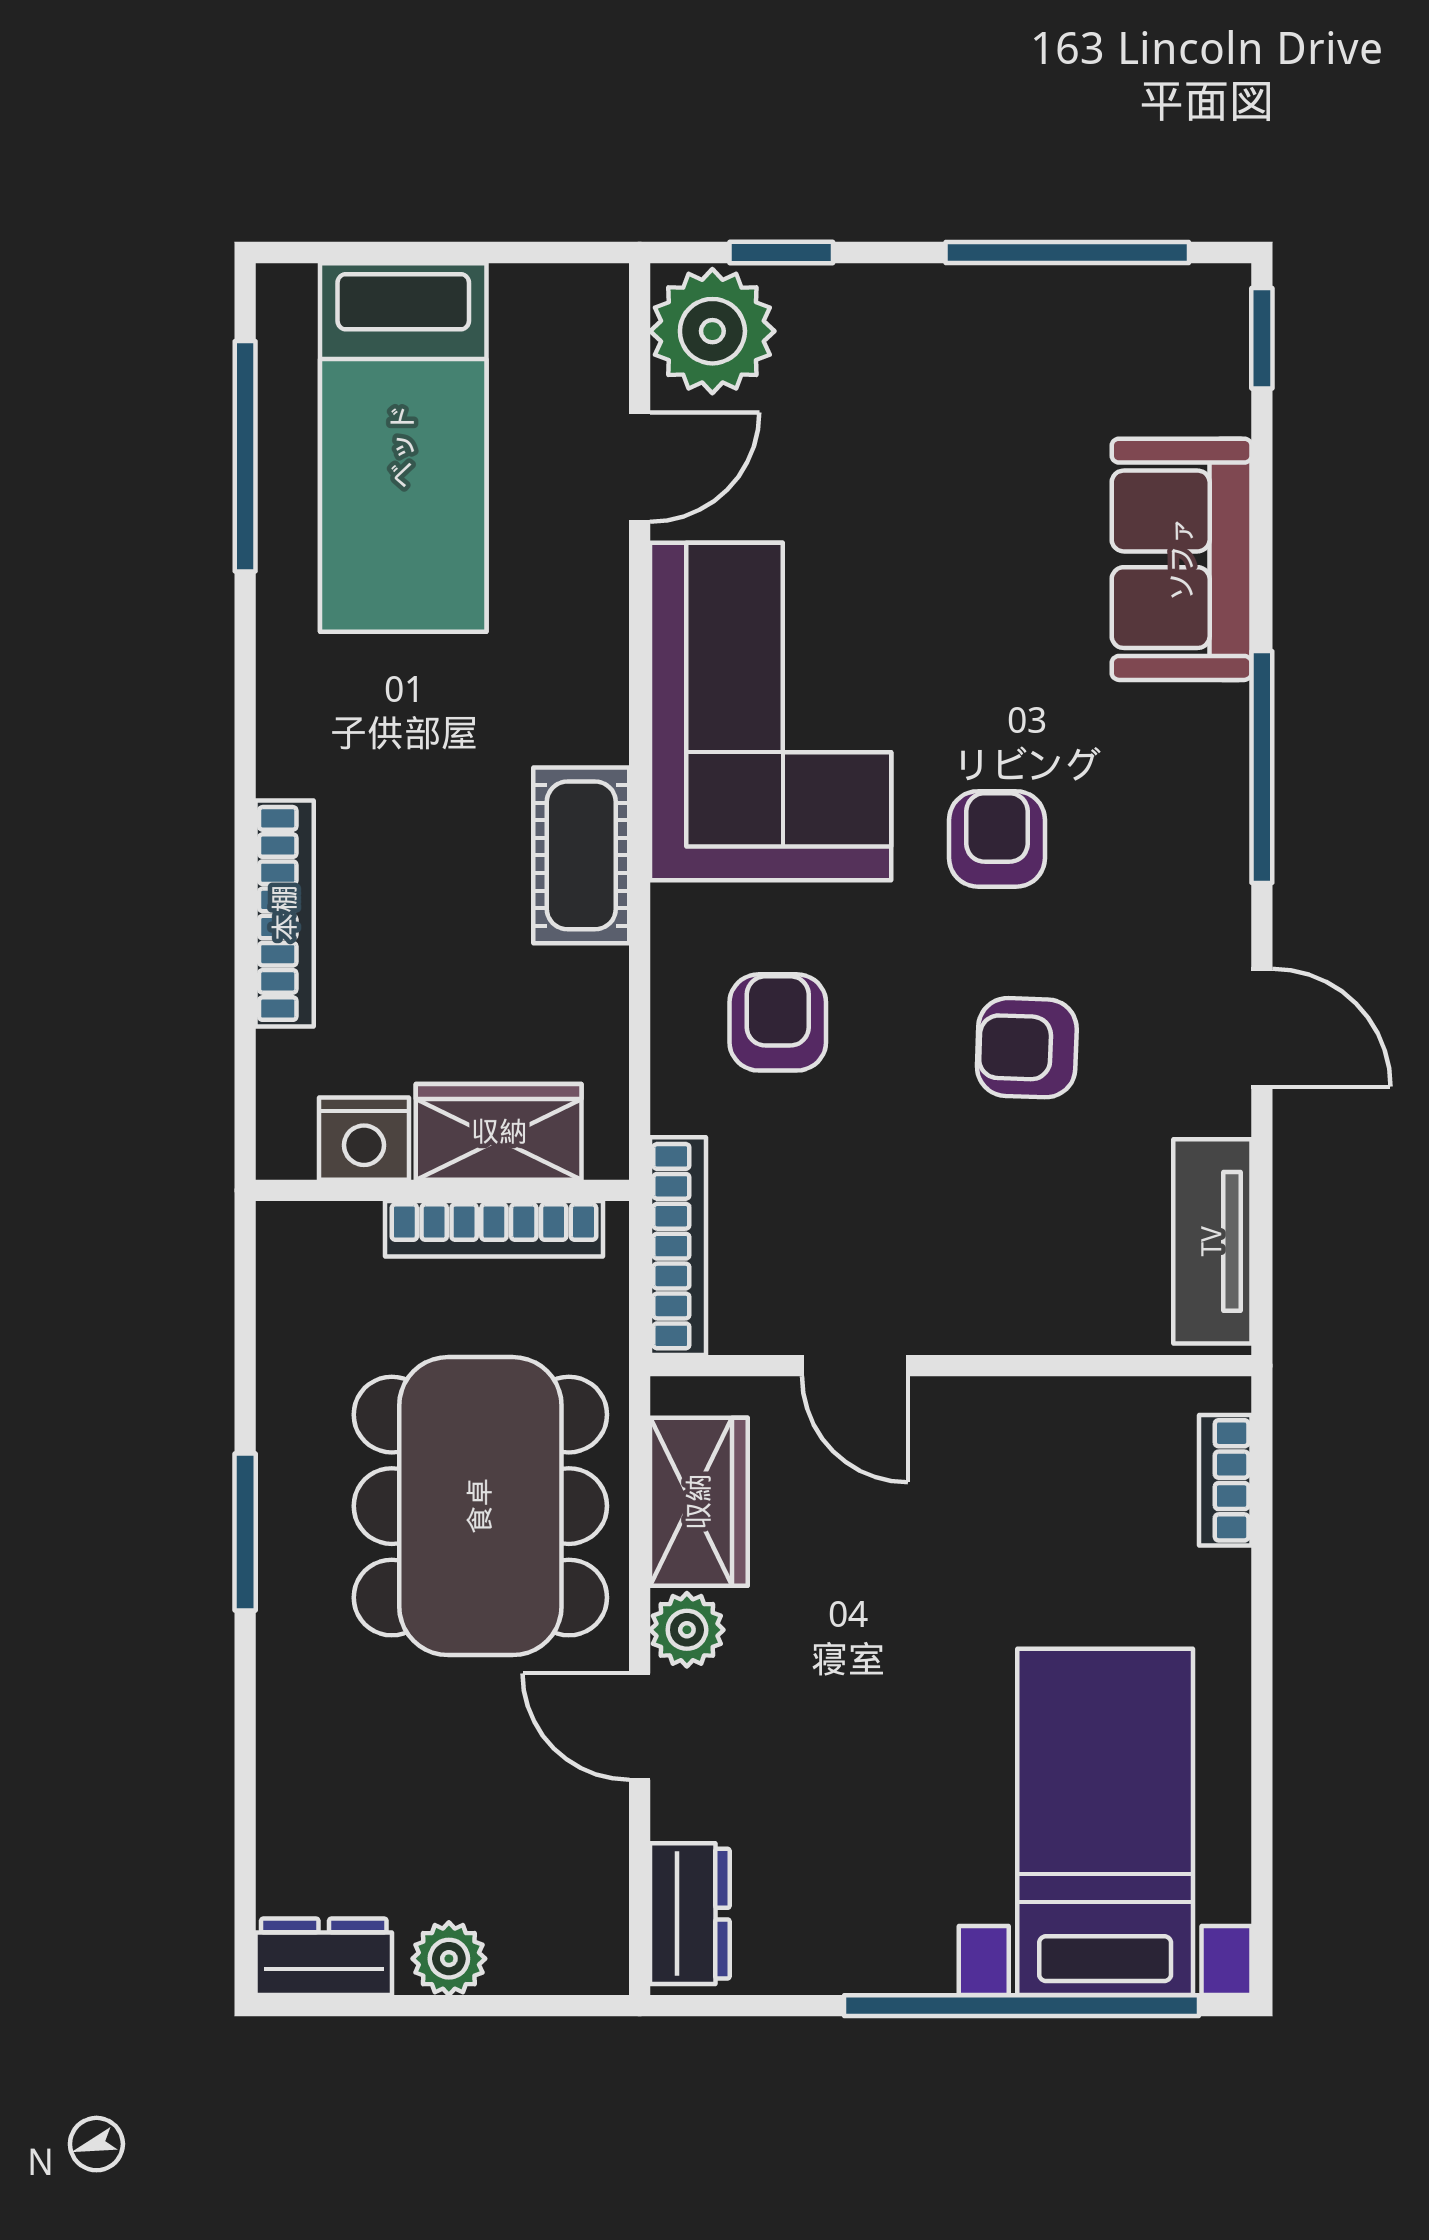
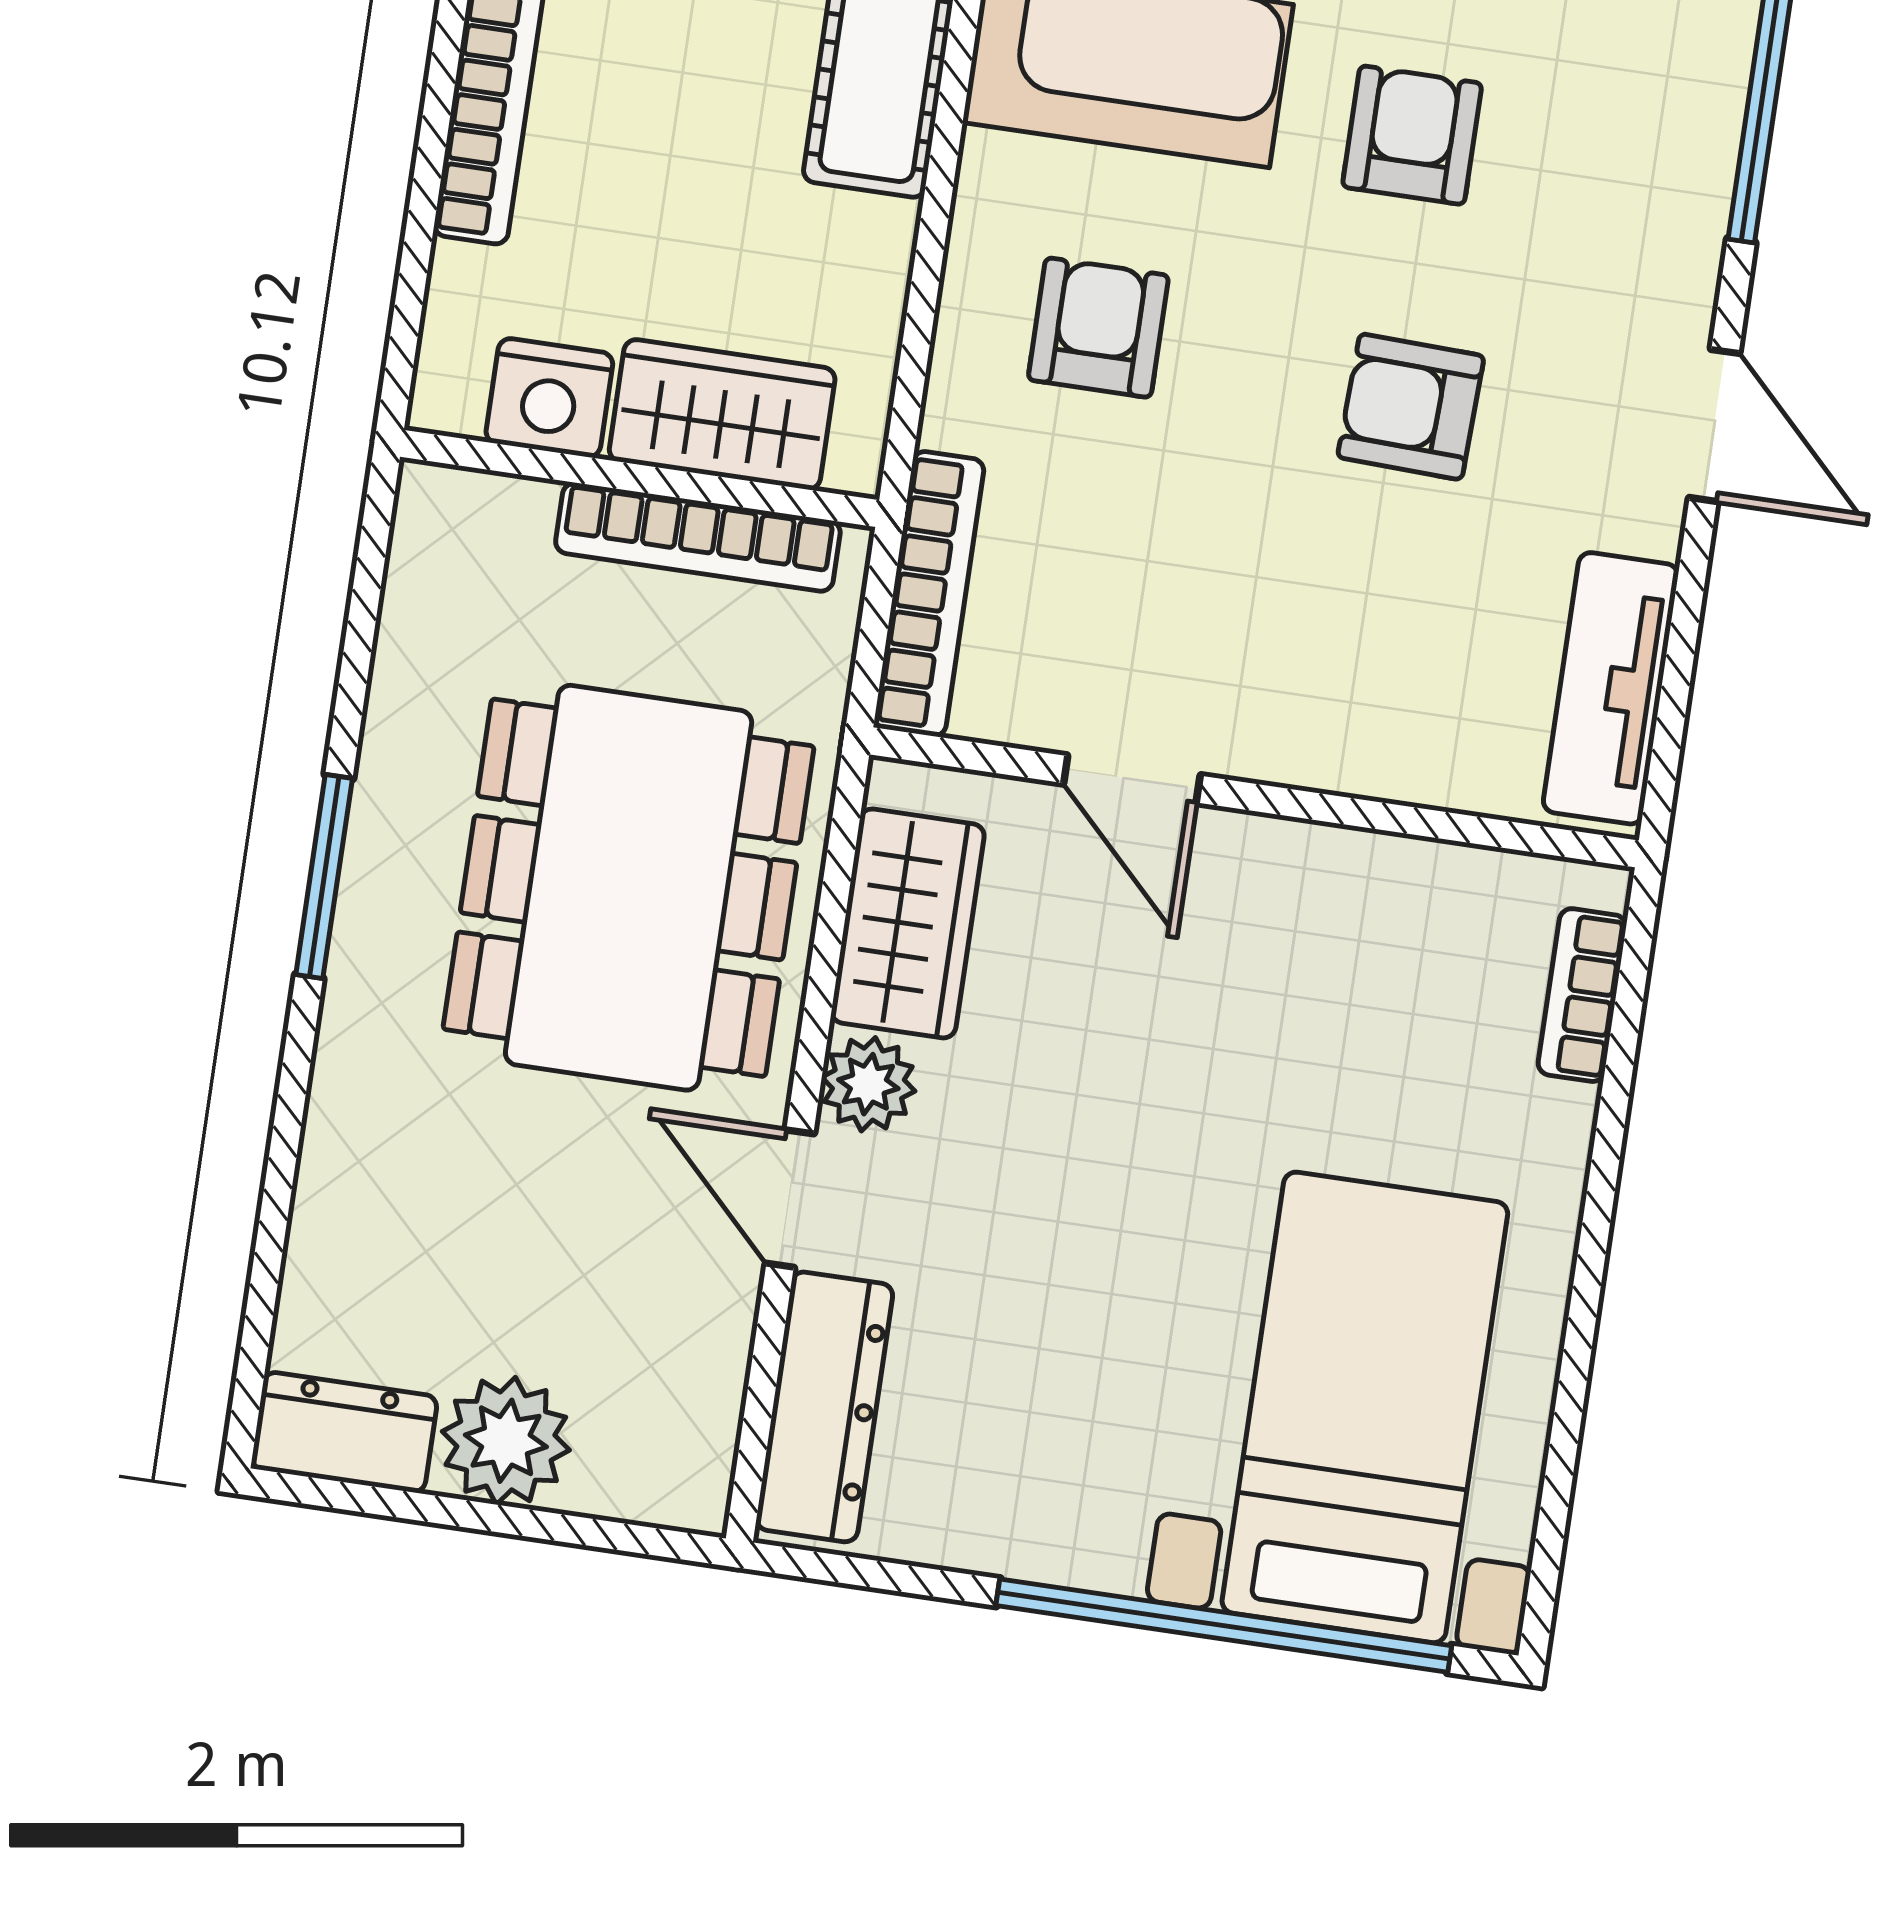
dresser: (690, 1914) -> (825, 1407), width x1.44
plant: (449, 1959) -> (506, 1441), width x1.38, depth x1.38

